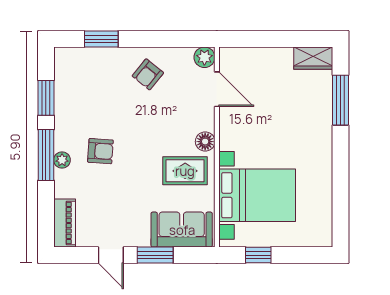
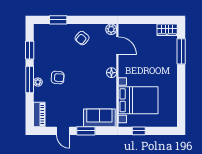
rug: (185, 171) -> (101, 88), removed

